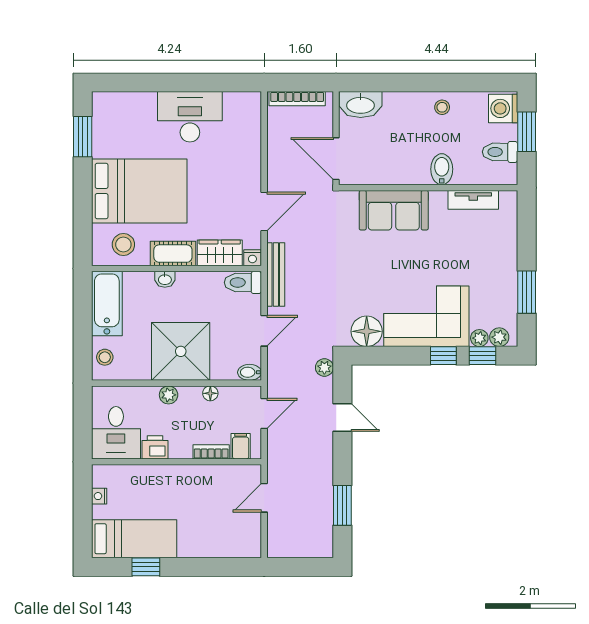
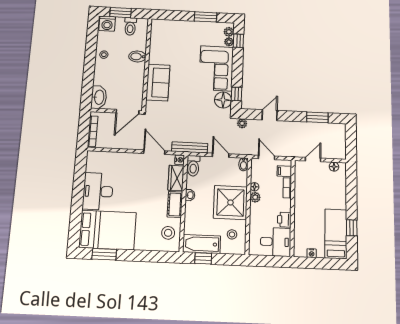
bed: (139, 191) -> (108, 230), moved, turned 90
tv unit: (473, 200) -> (155, 41), removed
washbasin: (165, 279) -> (190, 195), moved
window: (83, 308) -> (203, 258), added
window: (443, 356) -> (237, 94), moved
stool: (105, 357) -> (232, 234), moved
plant: (169, 395) -> (255, 197), moved
door: (264, 498) -> (313, 160), swing flipped
floor lamp: (253, 536) -> (334, 167), added

